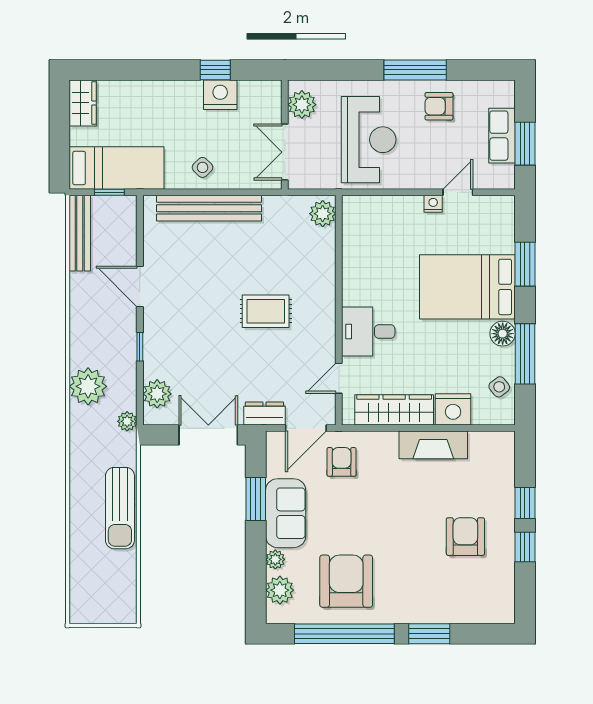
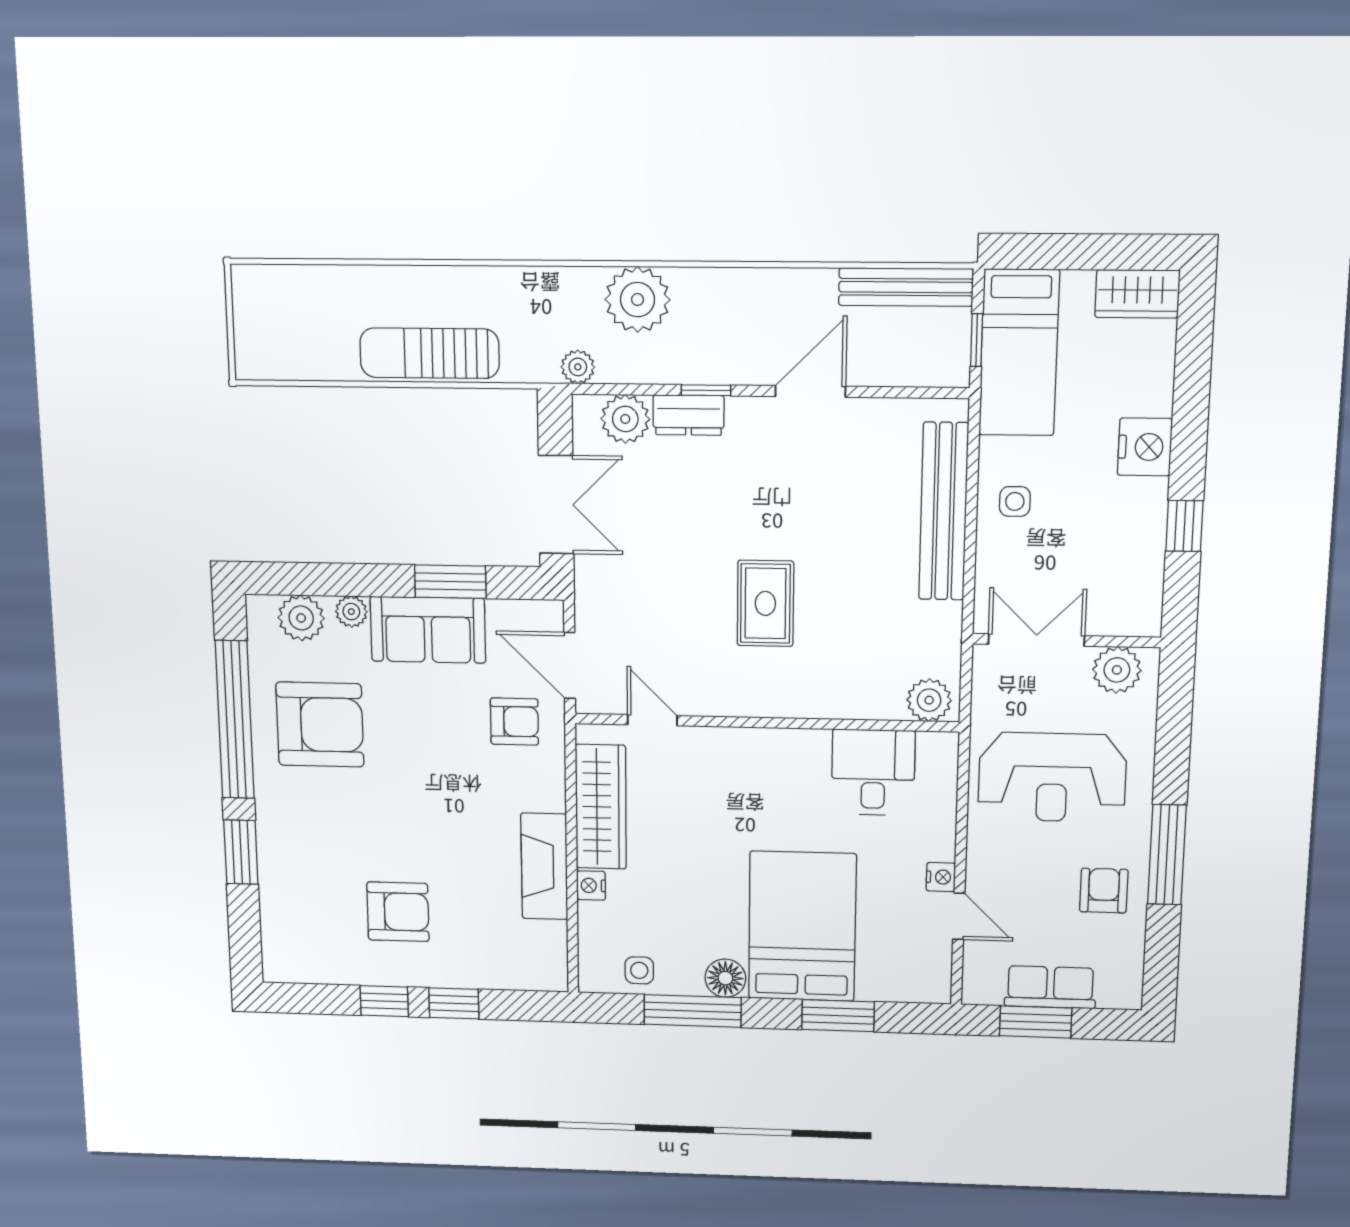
nightstand: (220, 95) -> (1145, 447), moved
side table: (202, 167) -> (1015, 501), turned 45
desk: (368, 332) -> (873, 772), moved
side table: (499, 387) -> (639, 970), turned 38
nightstand: (453, 409) -> (591, 886), width x0.53, depth x0.56
dresser: (264, 413) -> (689, 415), moved, turned 90

